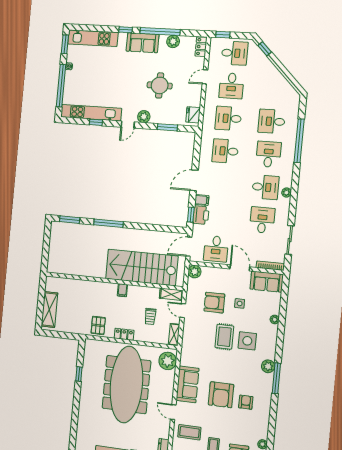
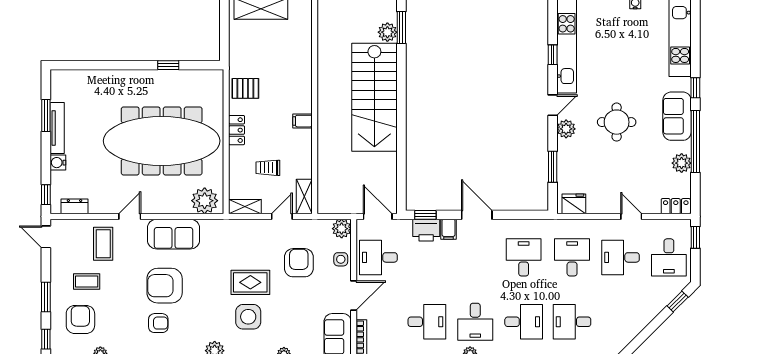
round table: (160, 85) -> (617, 122), moved
desk: (272, 121) -> (572, 322), turned -90
door: (128, 125) -> (553, 105), swing flipped
window: (108, 223) -> (401, 89), removed
plant: (72, 229) -> (387, 32), added
stairs: (142, 267) -> (374, 97), moved, turned 180
side table: (240, 303) -> (341, 259), moved

